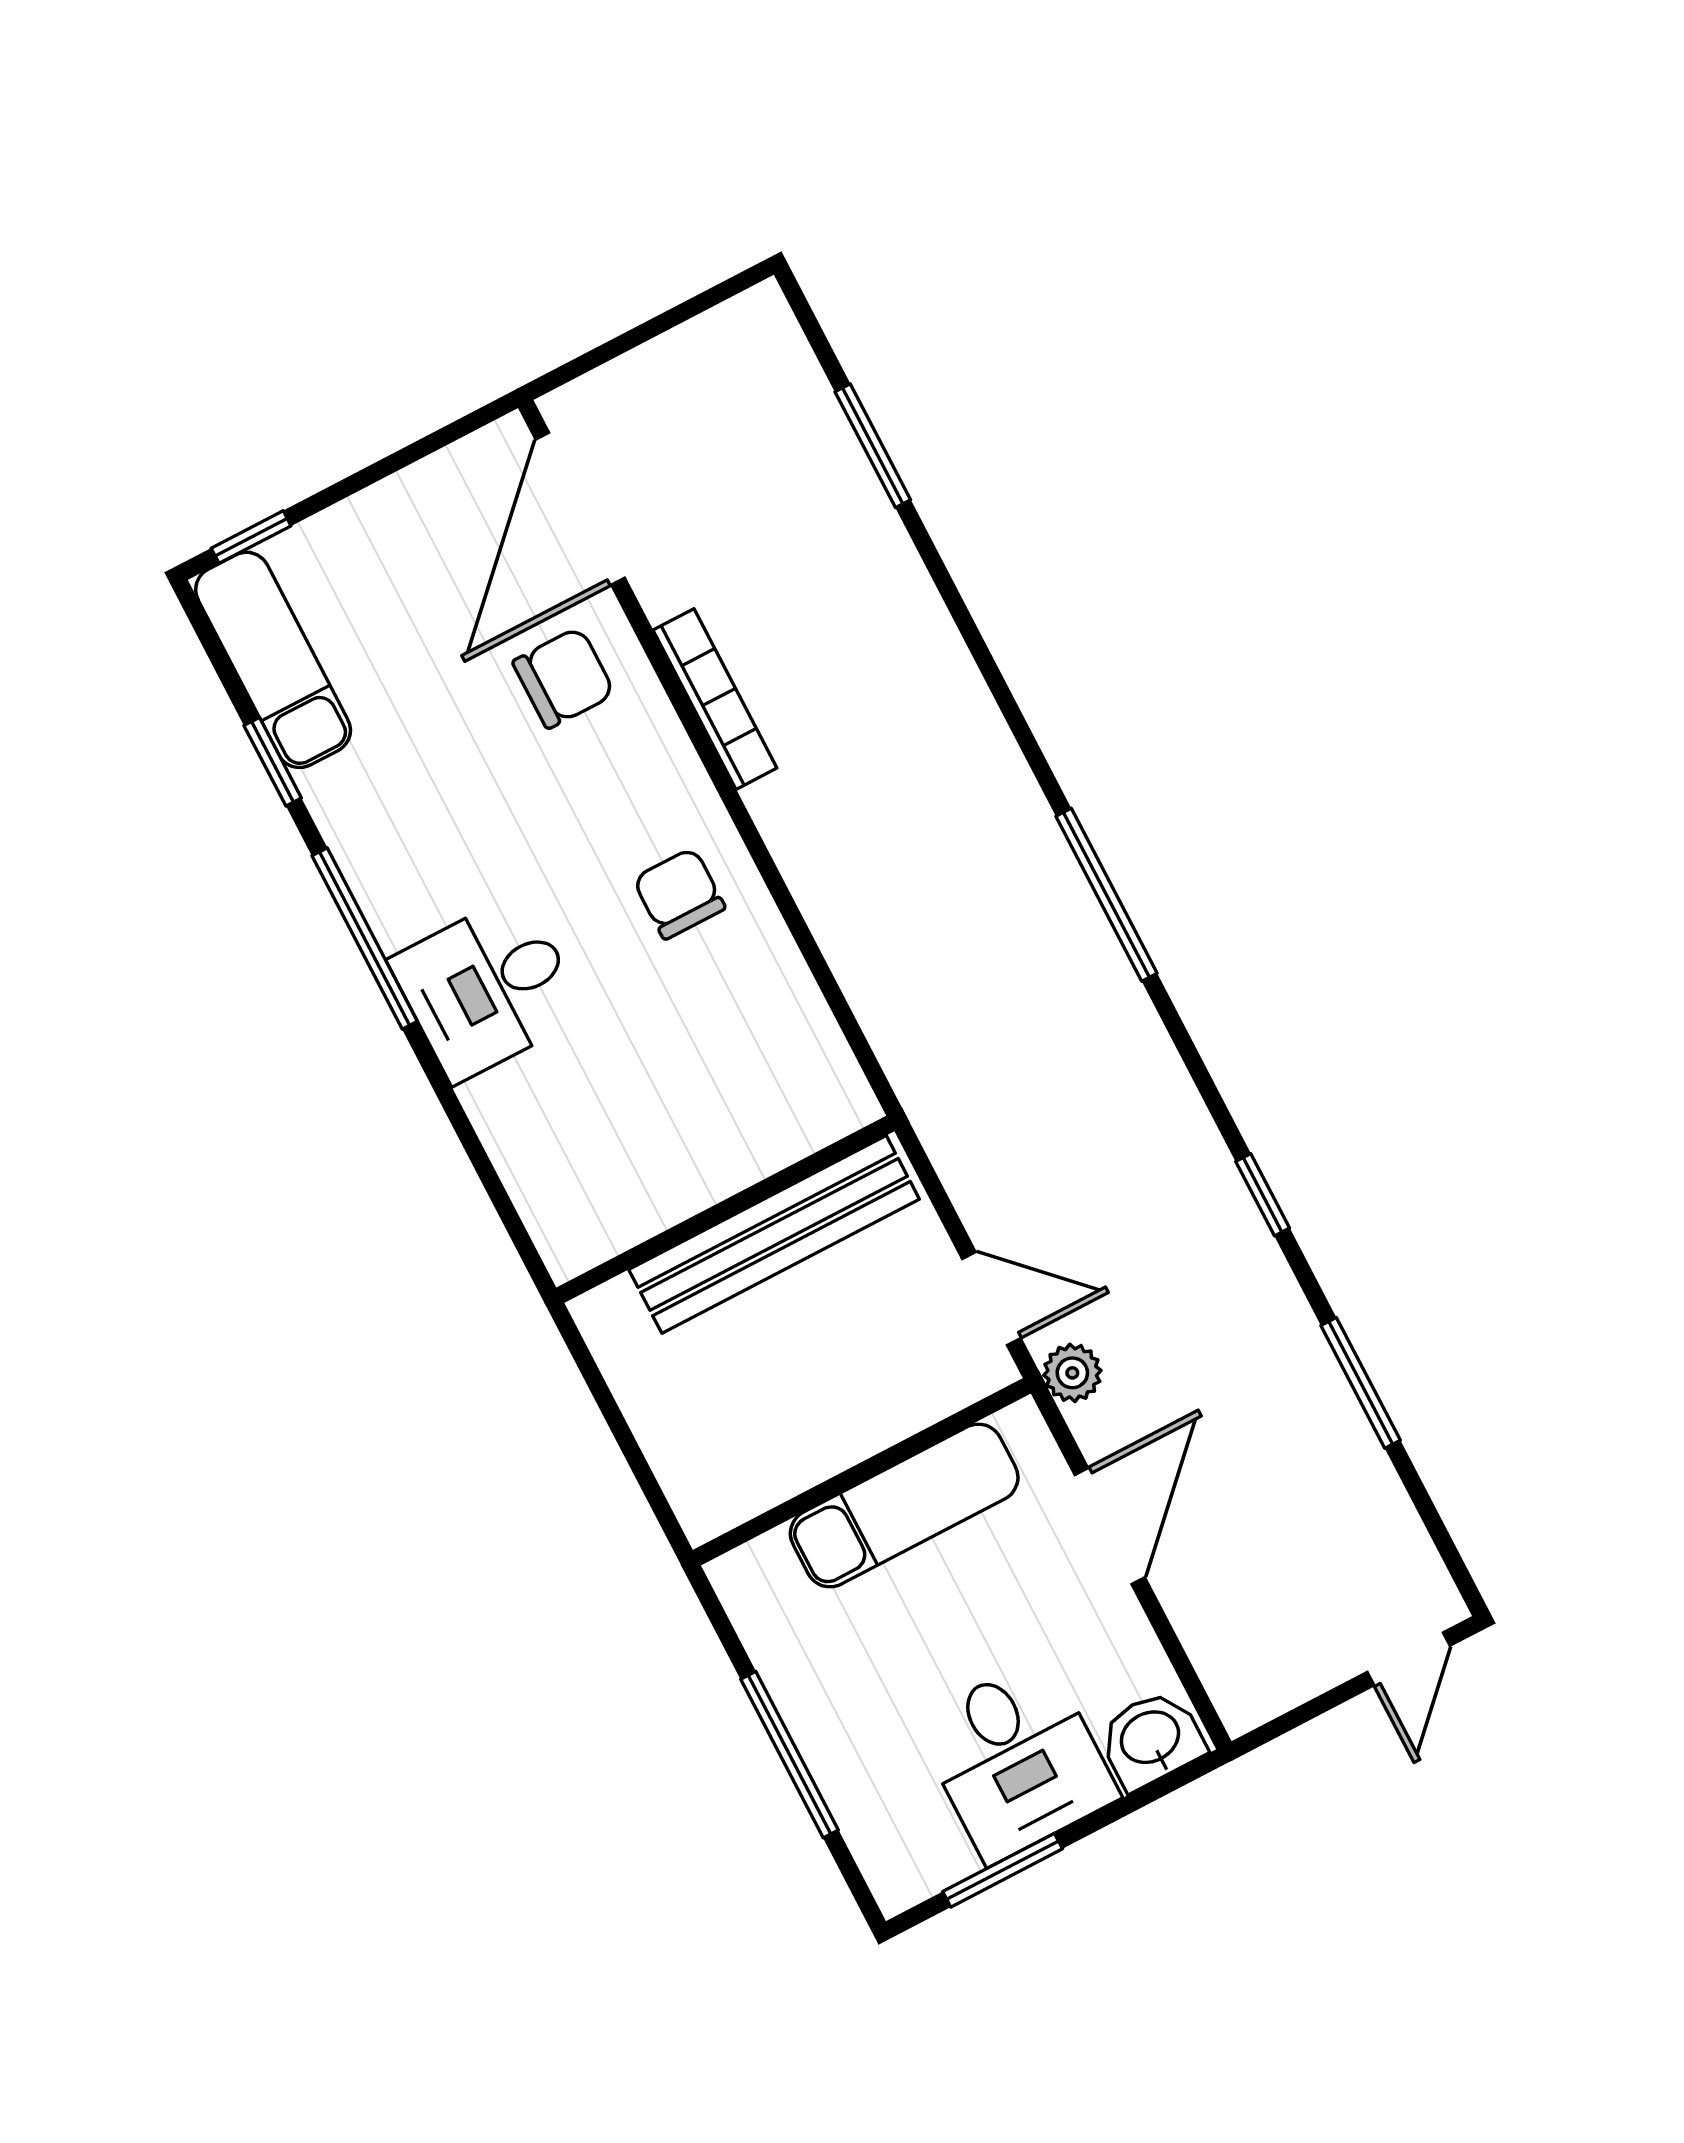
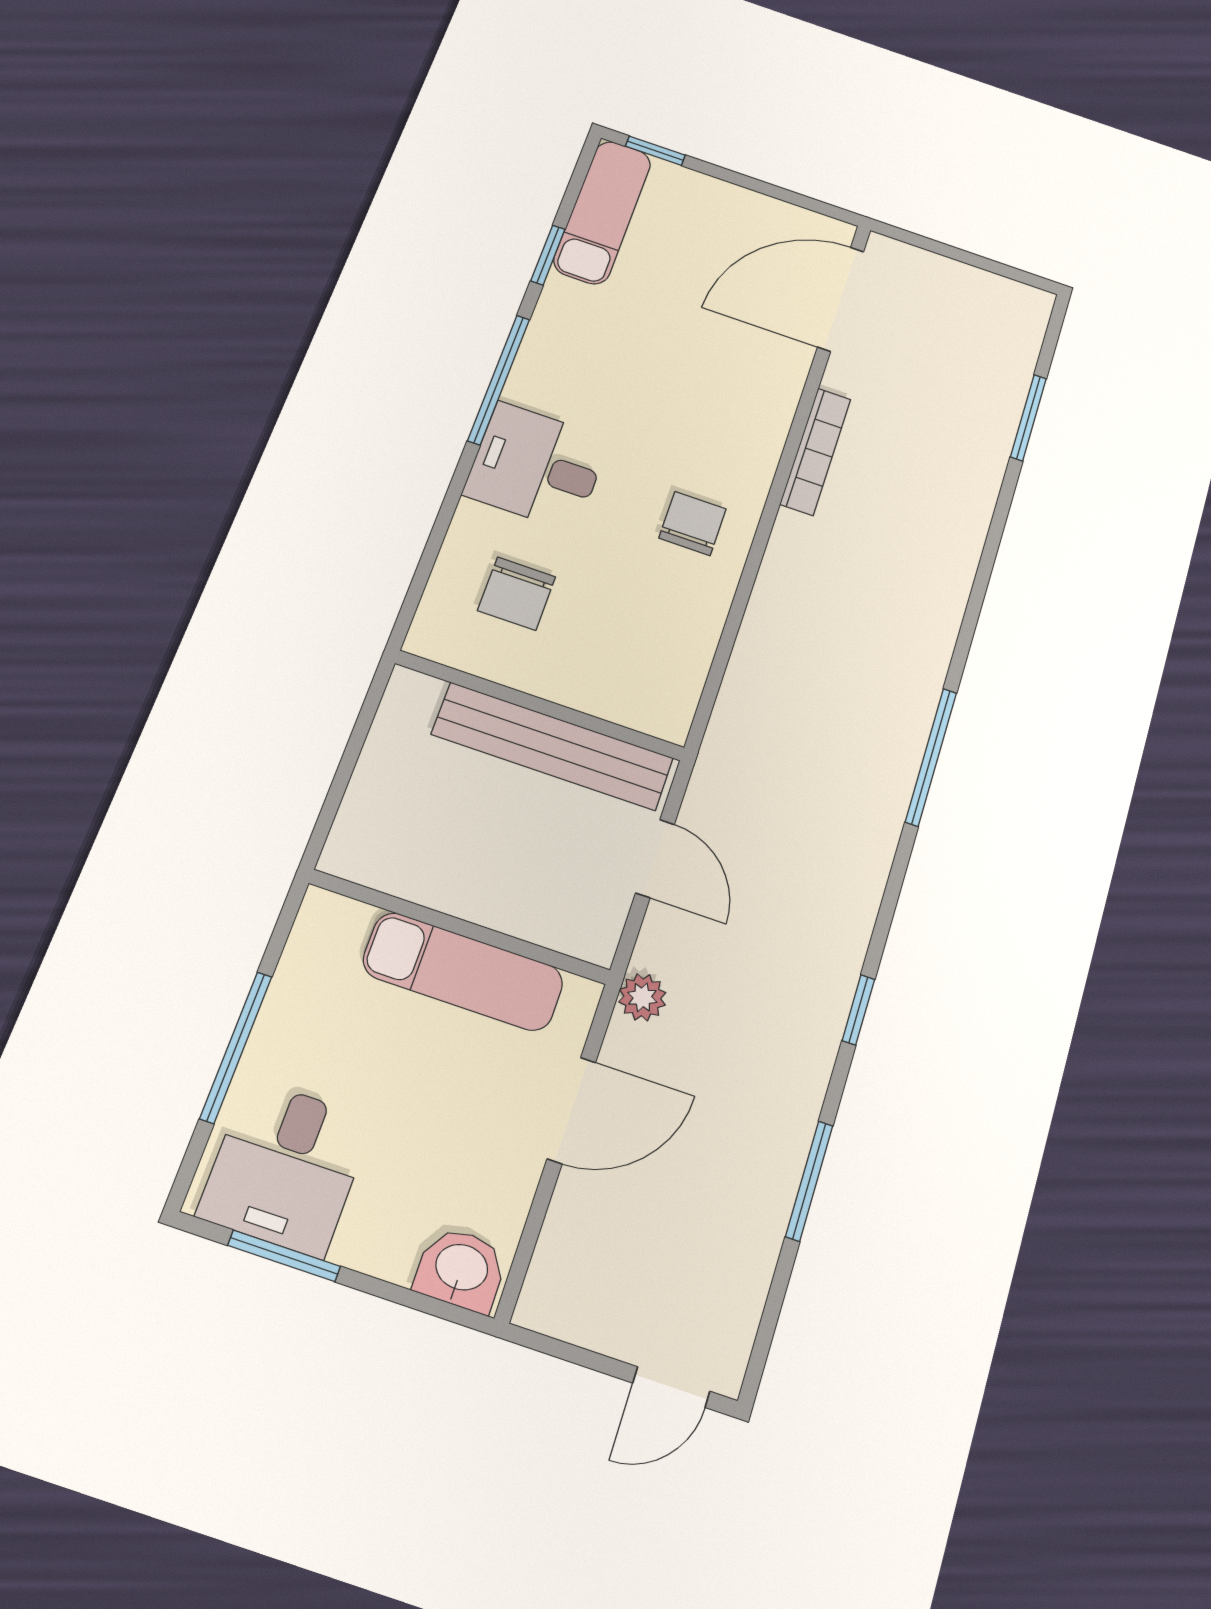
chair: (564, 678) -> (517, 594), moved, turned 90
door: (991, 1298) -> (655, 859), moved
desk: (1017, 1760) -> (286, 1167), moved

